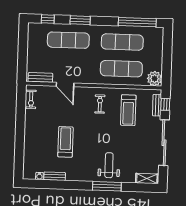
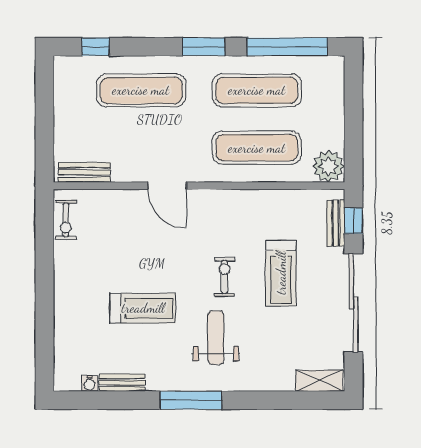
window: (80, 20) -> (204, 47), moved
door: (65, 85) -> (167, 186), moved
exercise bike: (100, 104) -> (224, 277), moved
treadmill: (128, 110) -> (281, 273), moved
treadmill: (65, 142) -> (143, 308), turned 90
weight bench: (109, 165) -> (216, 338), moved
window: (107, 186) -> (191, 400), moved

